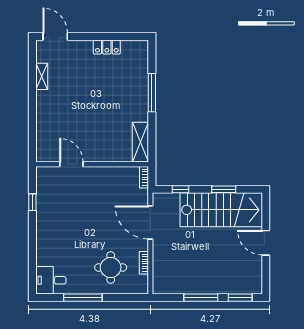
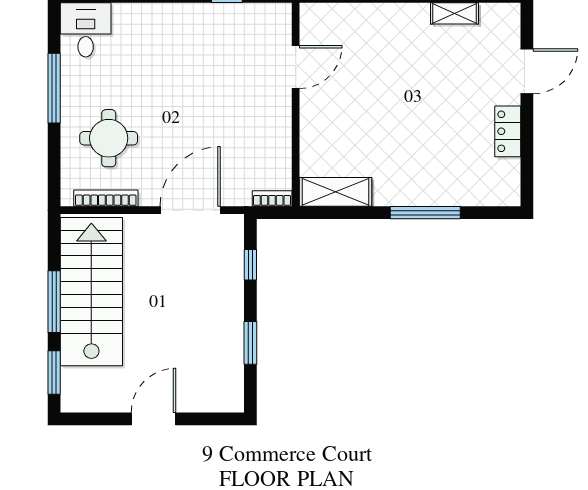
door: (55, 36) -> (527, 71), moved
stairs: (221, 210) -> (91, 292), moved, turned 180
bookcase: (144, 263) -> (106, 198), width x1.56

